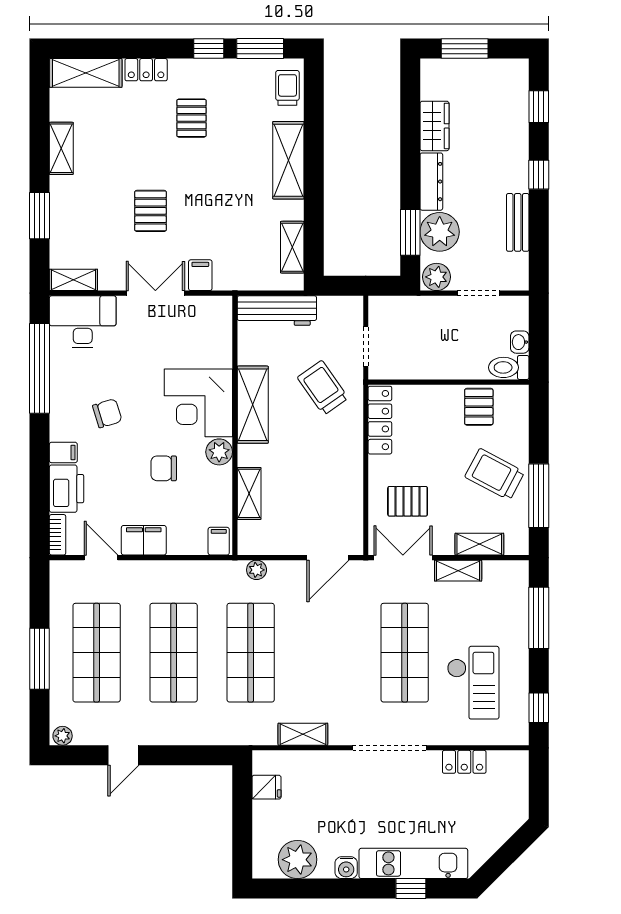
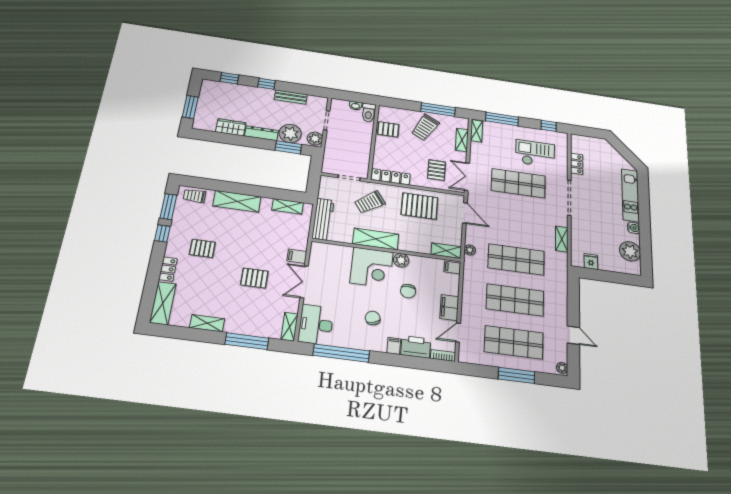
window: (40, 216) -> (247, 341), width x1.44
pallet: (329, 476) -> (419, 206), added
shelving: (249, 493) -> (446, 251), moved
shelving: (458, 571) -> (477, 131), moved
window: (411, 889) -> (644, 198), removed

